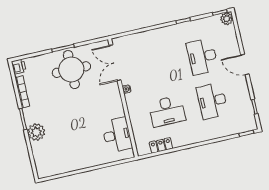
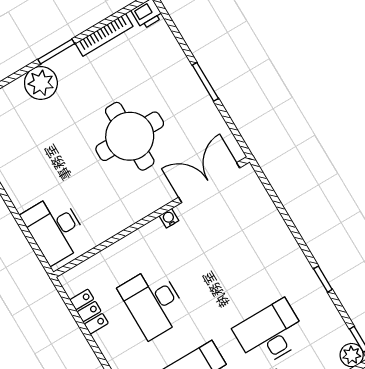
round table: (71, 70) -> (130, 136), moved
desk: (117, 135) -> (55, 229), moved, turned 90

